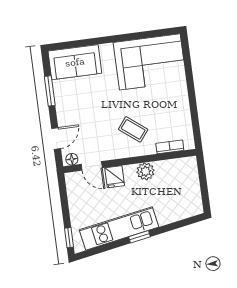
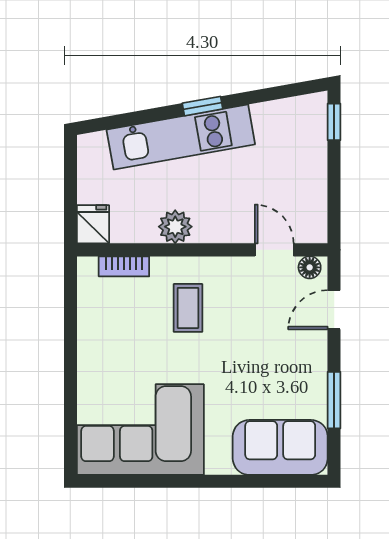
coffee table: (133, 129) -> (188, 308), turned 52
fridge: (115, 177) -> (93, 224), moved
kitchen unit: (119, 228) -> (181, 137), moved

